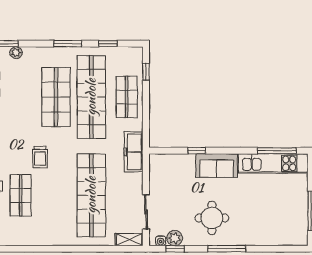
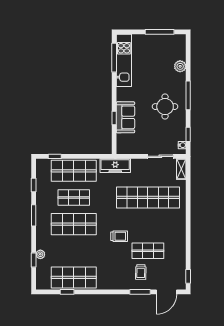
shop shelf: (91, 97) -> (74, 197), width x0.50, depth x0.74
shop shelf: (127, 97) -> (74, 171), width x1.43, depth x1.36
sofa: (217, 166) -> (125, 117), moved
plant: (175, 238) -> (180, 66), moved

